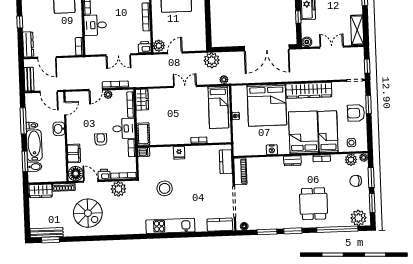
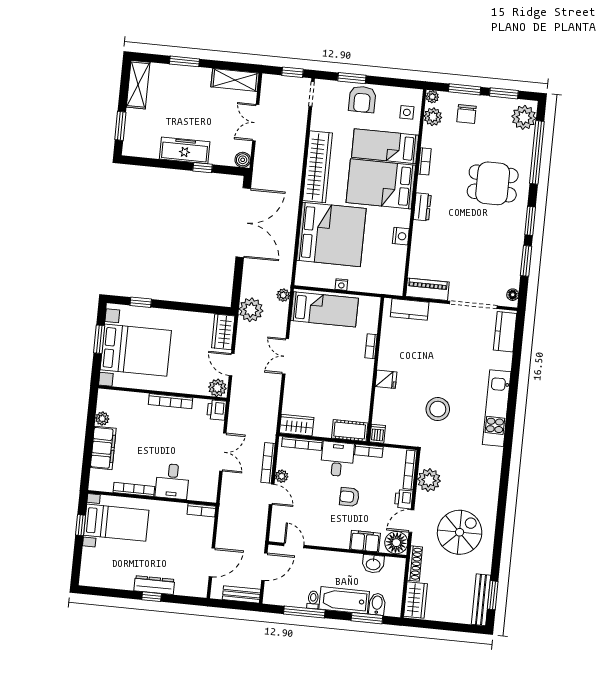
dresser: (28, 44) -> (154, 585), moved
wardrobe: (195, 45) -> (223, 332), added
washbasin: (59, 129) -> (373, 564), moved

